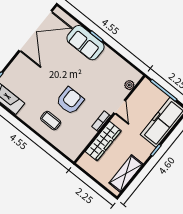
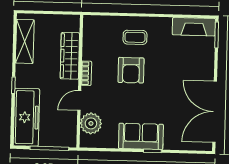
sofa: (85, 43) -> (141, 136), moved
plant: (129, 85) -> (91, 123), width x1.87, depth x1.87
door: (120, 107) -> (79, 100), hinge flipped

